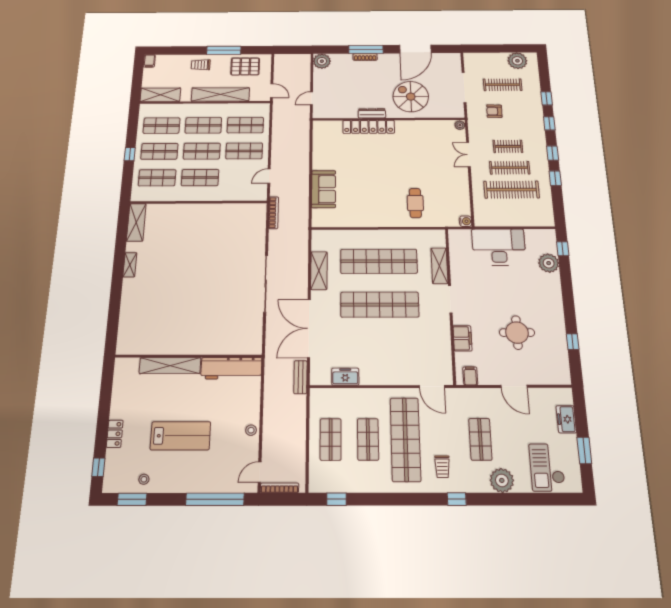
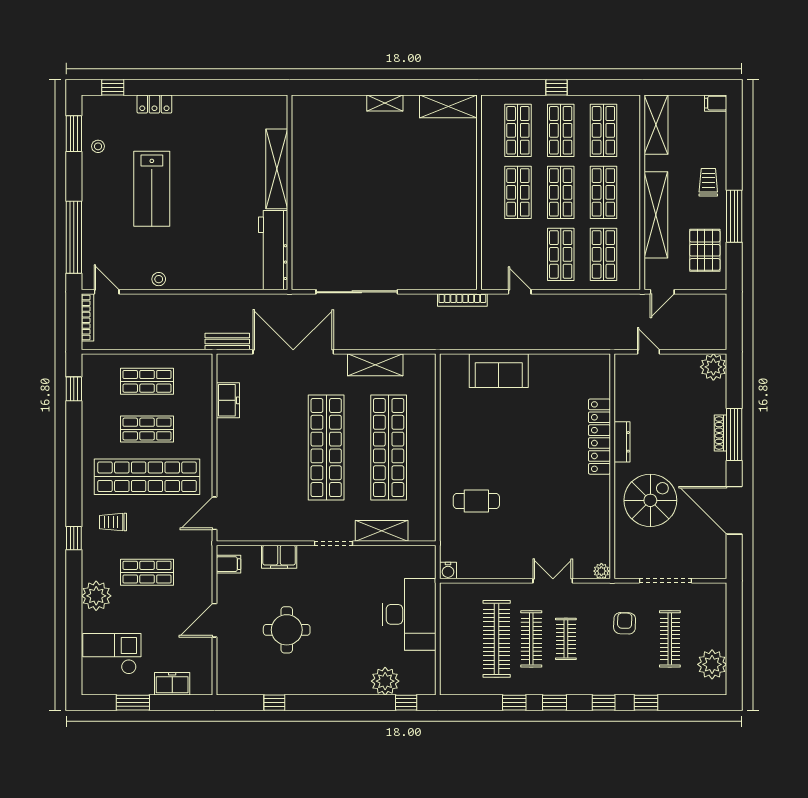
wall: (188, 356) -> (290, 192), moved
shelving: (170, 366) -> (277, 169), moved
workbench: (231, 368) -> (273, 250), moved

